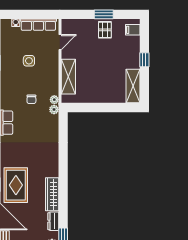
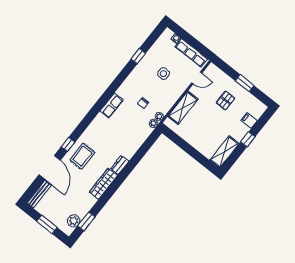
pallet: (105, 30) -> (226, 100), moved
filing cabinet: (133, 30) -> (249, 120), moved
rug: (16, 185) -> (82, 156), width x0.73, depth x0.70
dresser: (53, 221) -> (120, 165), moved

